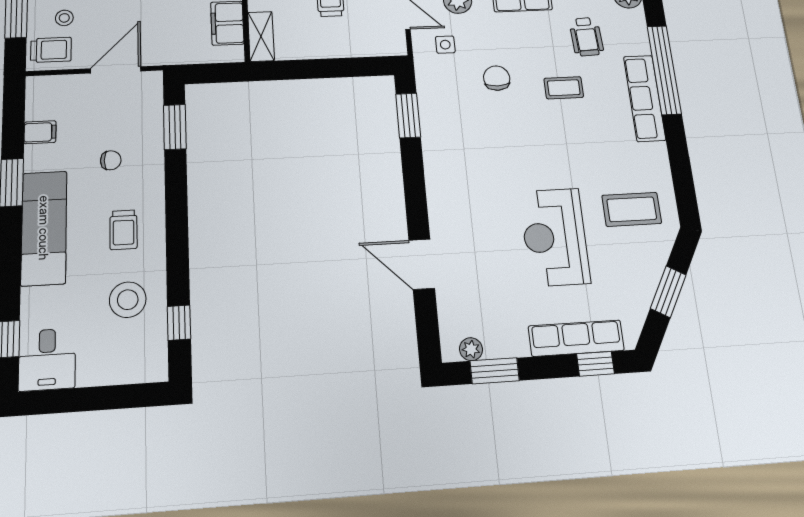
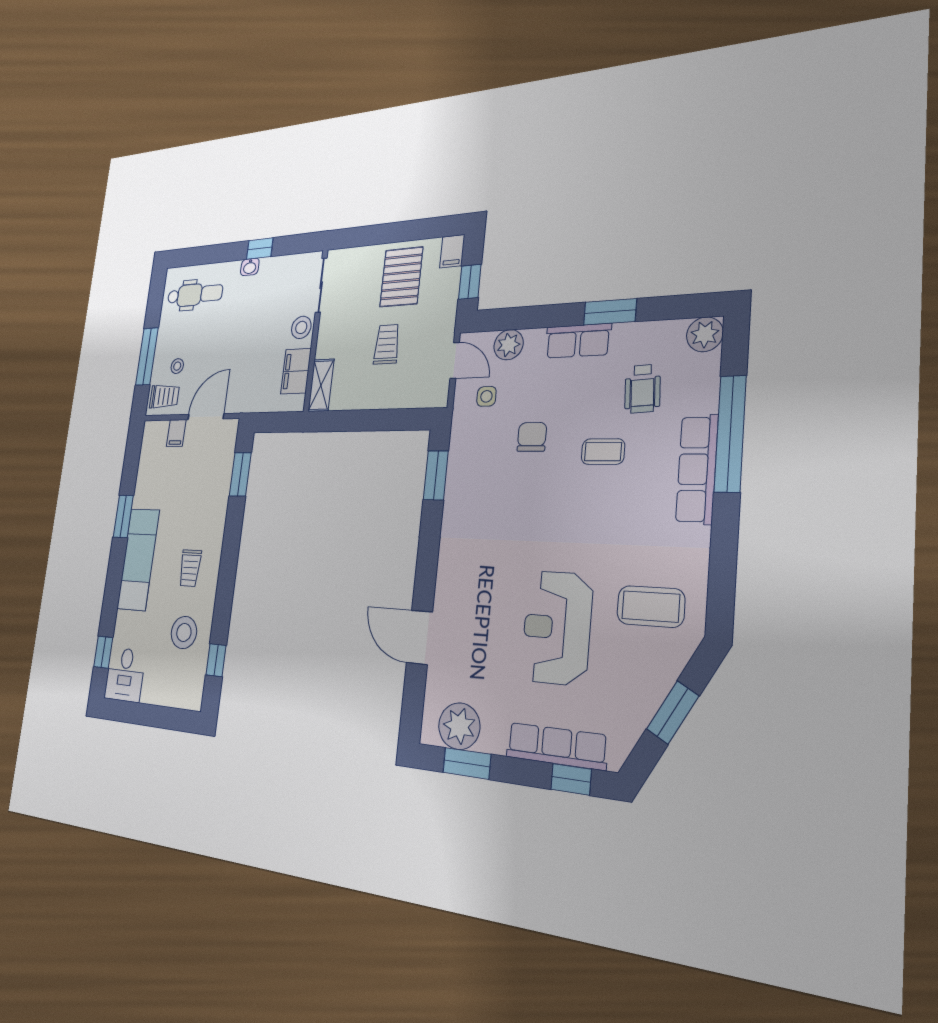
filing cabinet: (40, 132) -> (176, 433), moved, turned 90
chair: (111, 160) -> (190, 502), removed
plant: (471, 349) -> (459, 726), width x1.88, depth x1.88

